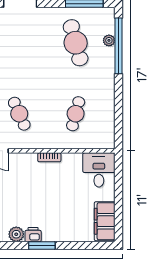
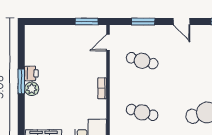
cafe table: (19, 114) -> (142, 61), turned 39
plant: (16, 234) -> (32, 89), moved

